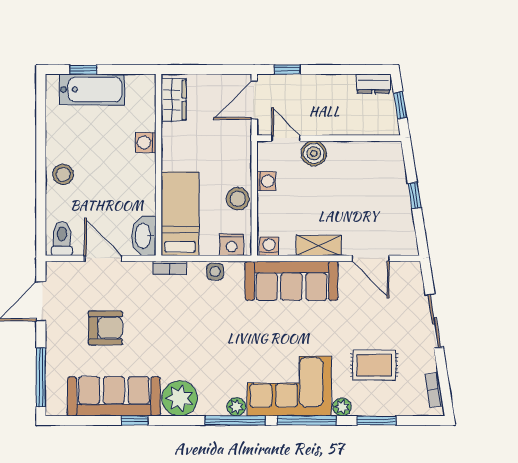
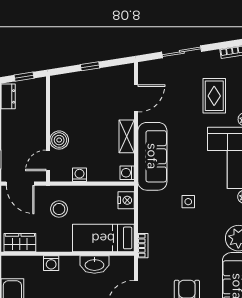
stool: (238, 199) -> (59, 209), moved
washbasin: (144, 236) -> (94, 265), moved
side table: (215, 272) -> (188, 202), moved

